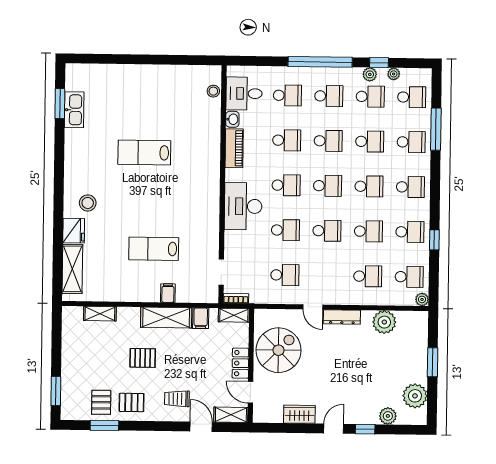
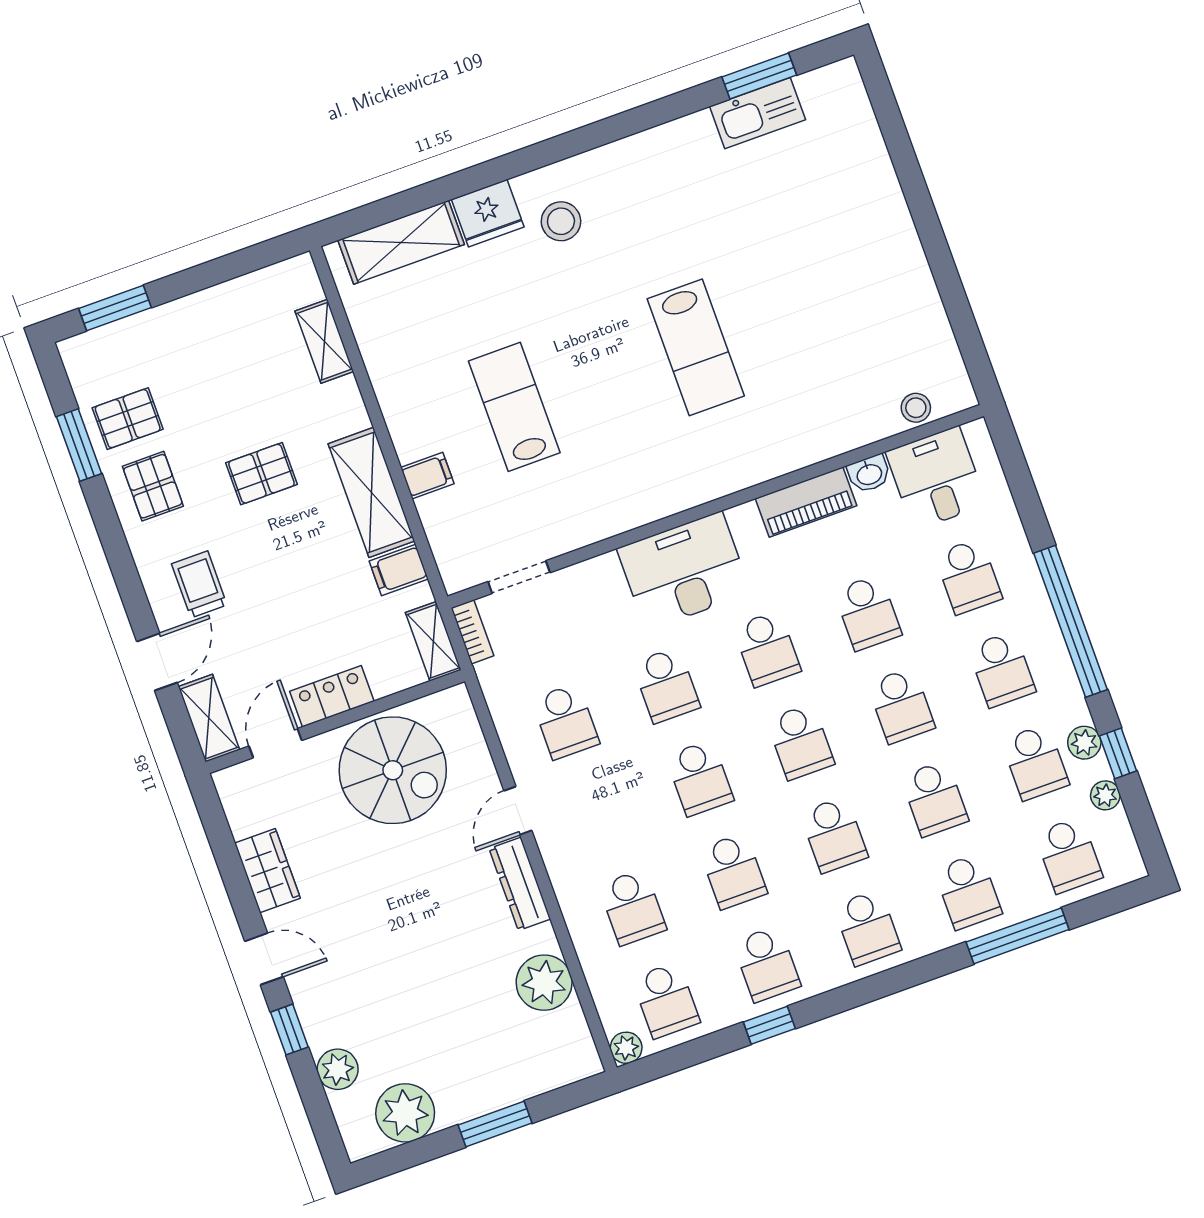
lab bench: (144, 153) -> (696, 347), moved, turned 180
pallet: (143, 358) -> (261, 474), turned 90

